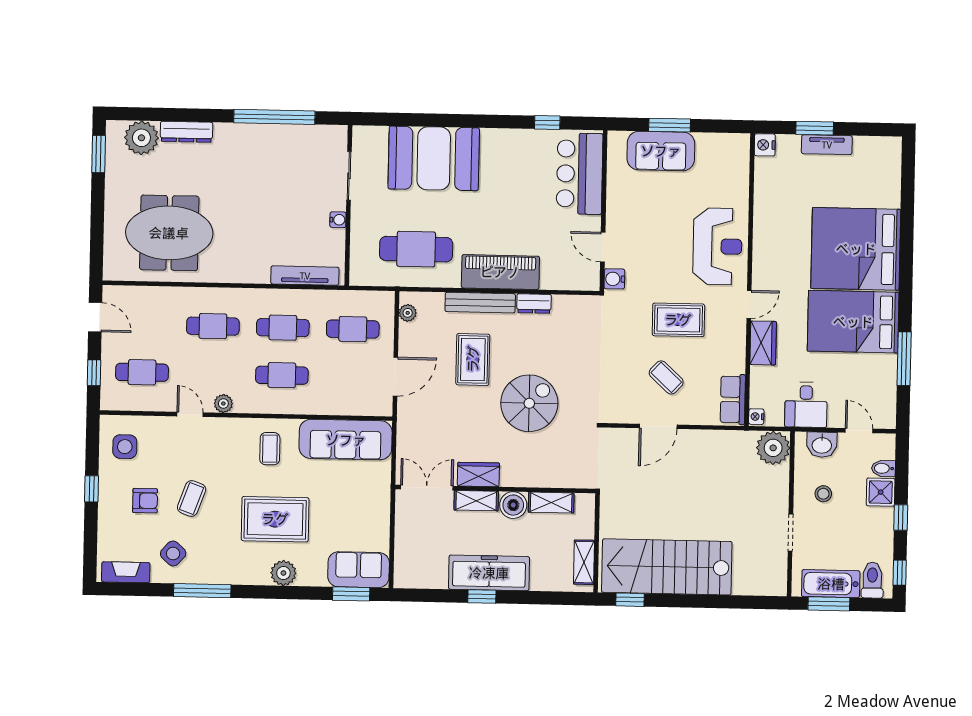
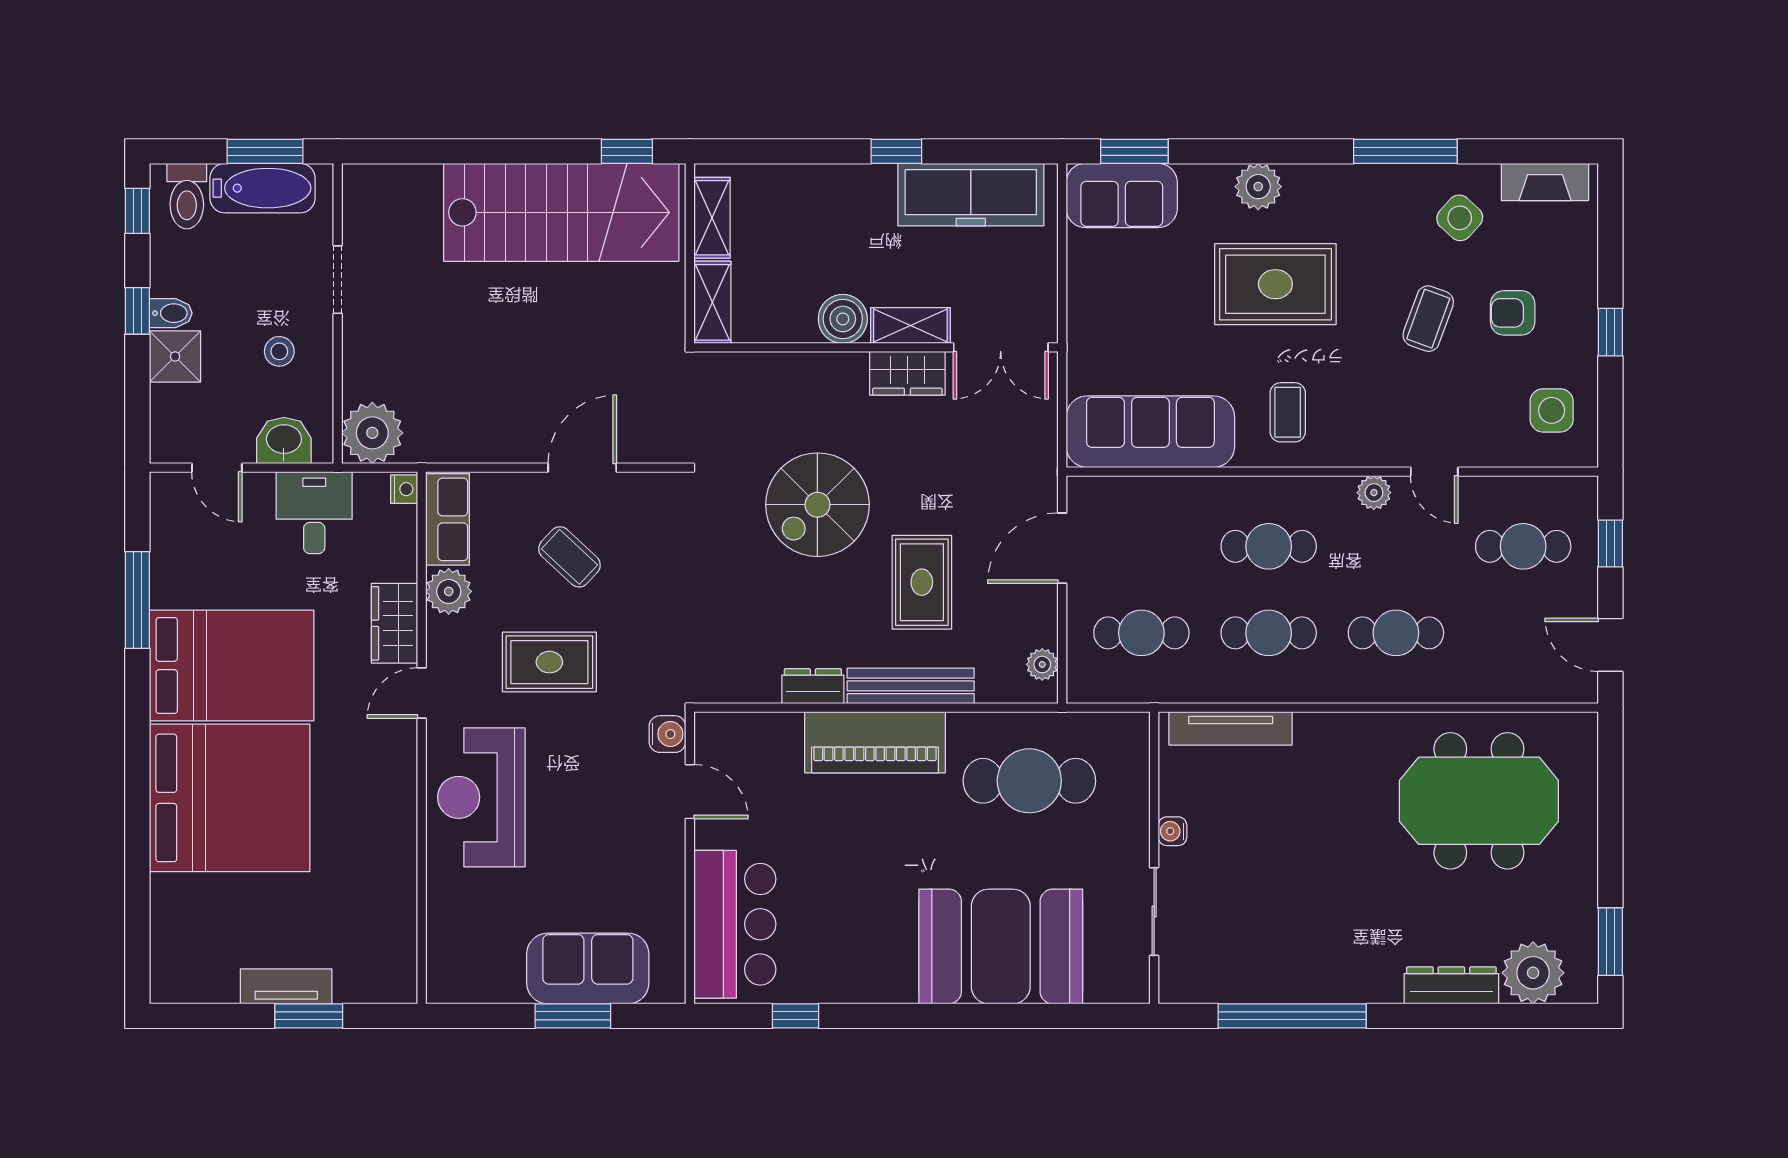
nightstand: (765, 145) -> (399, 984), removed
plant: (733, 360) -> (449, 591), added
bidet: (883, 468) -> (171, 313), moved
shelving: (551, 503) -> (712, 302), moved, turned 90
freezer: (489, 573) -> (971, 195), moved

